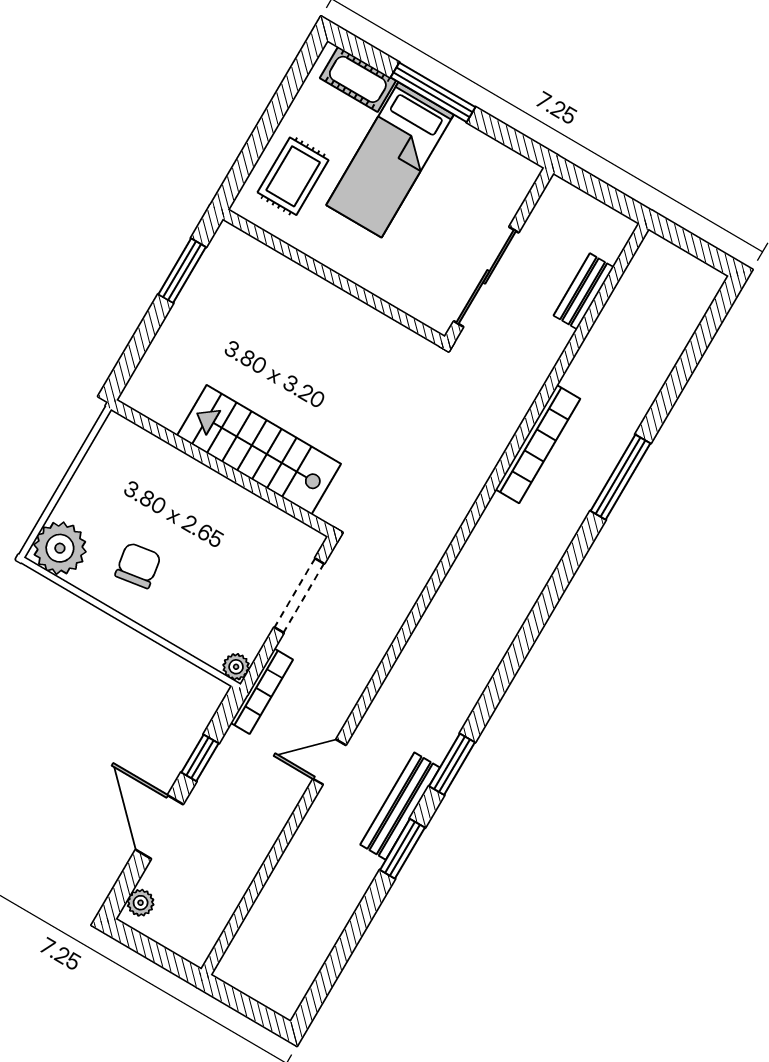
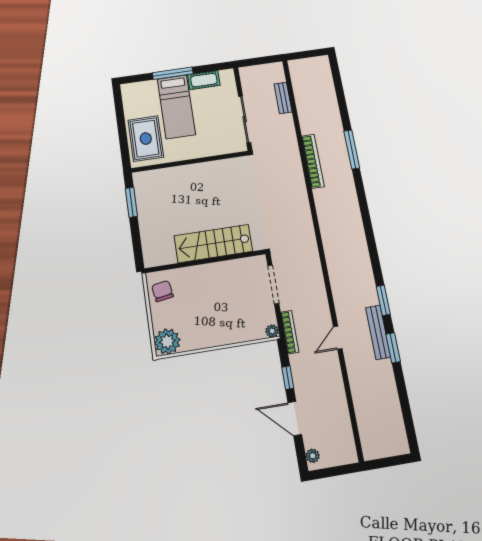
cot: (358, 79) -> (204, 80), moved
rug: (293, 176) -> (146, 139), width x1.36, depth x1.43
chair: (138, 565) -> (162, 291), moved

